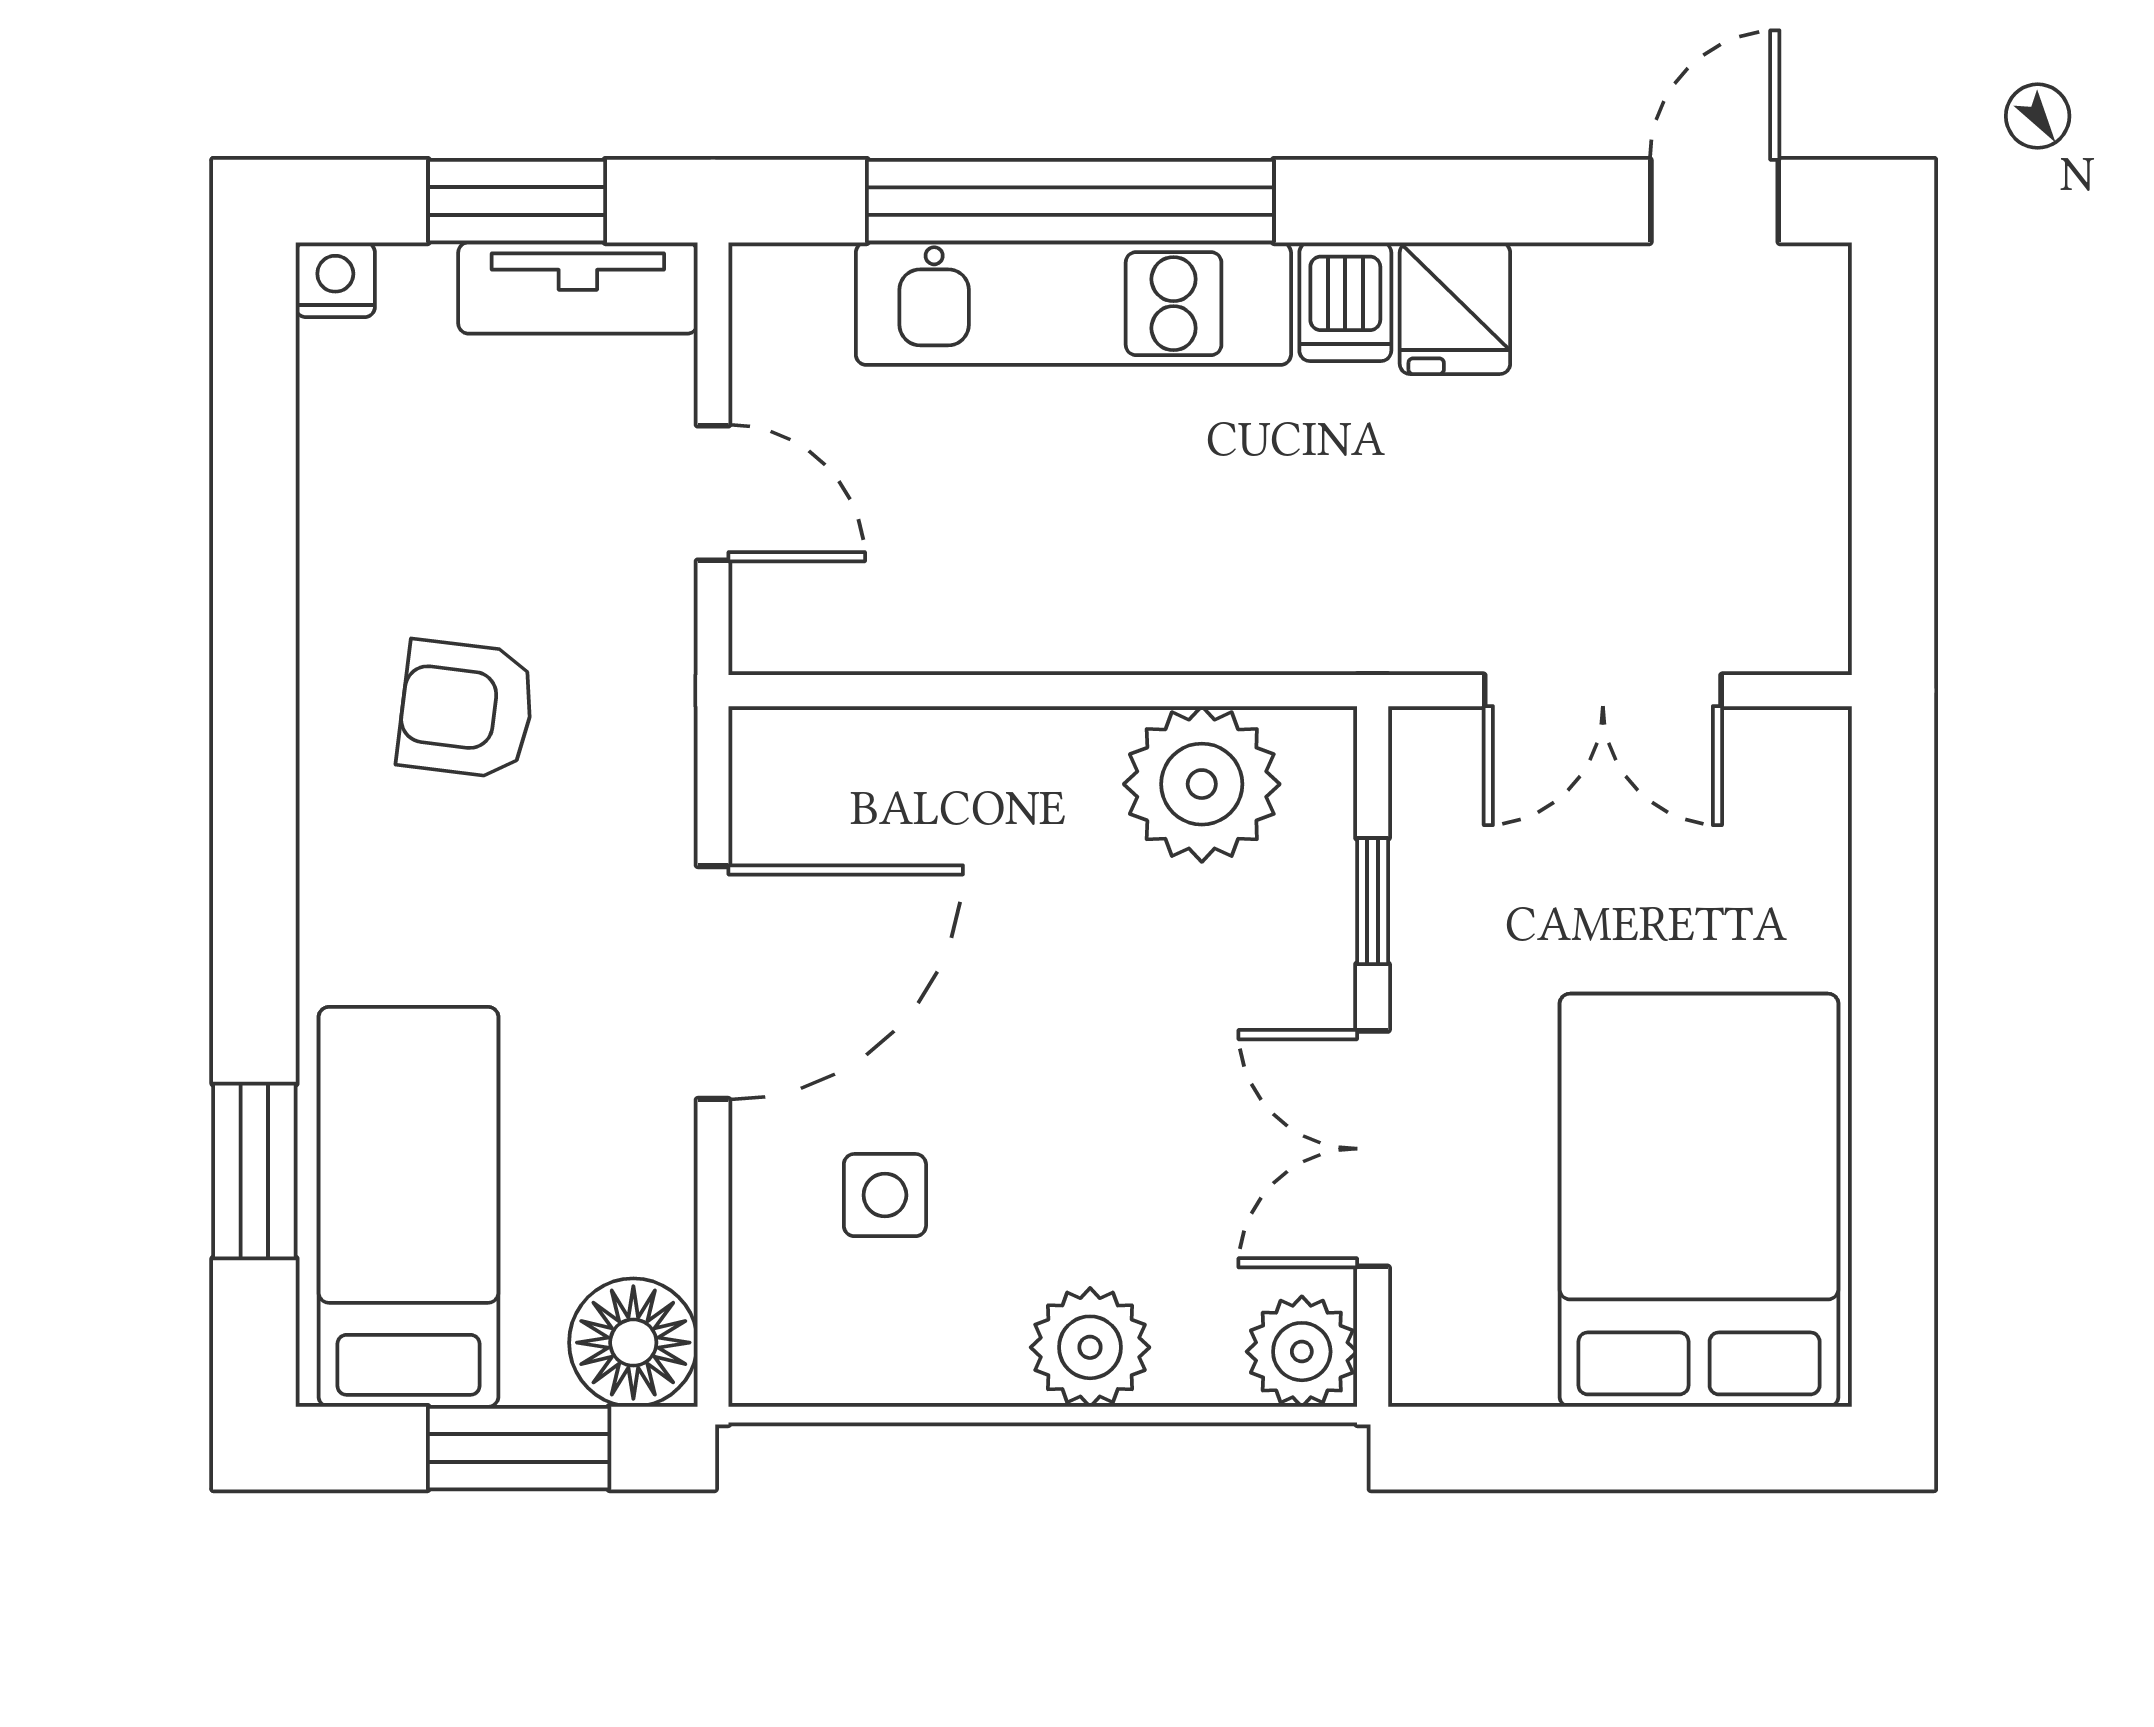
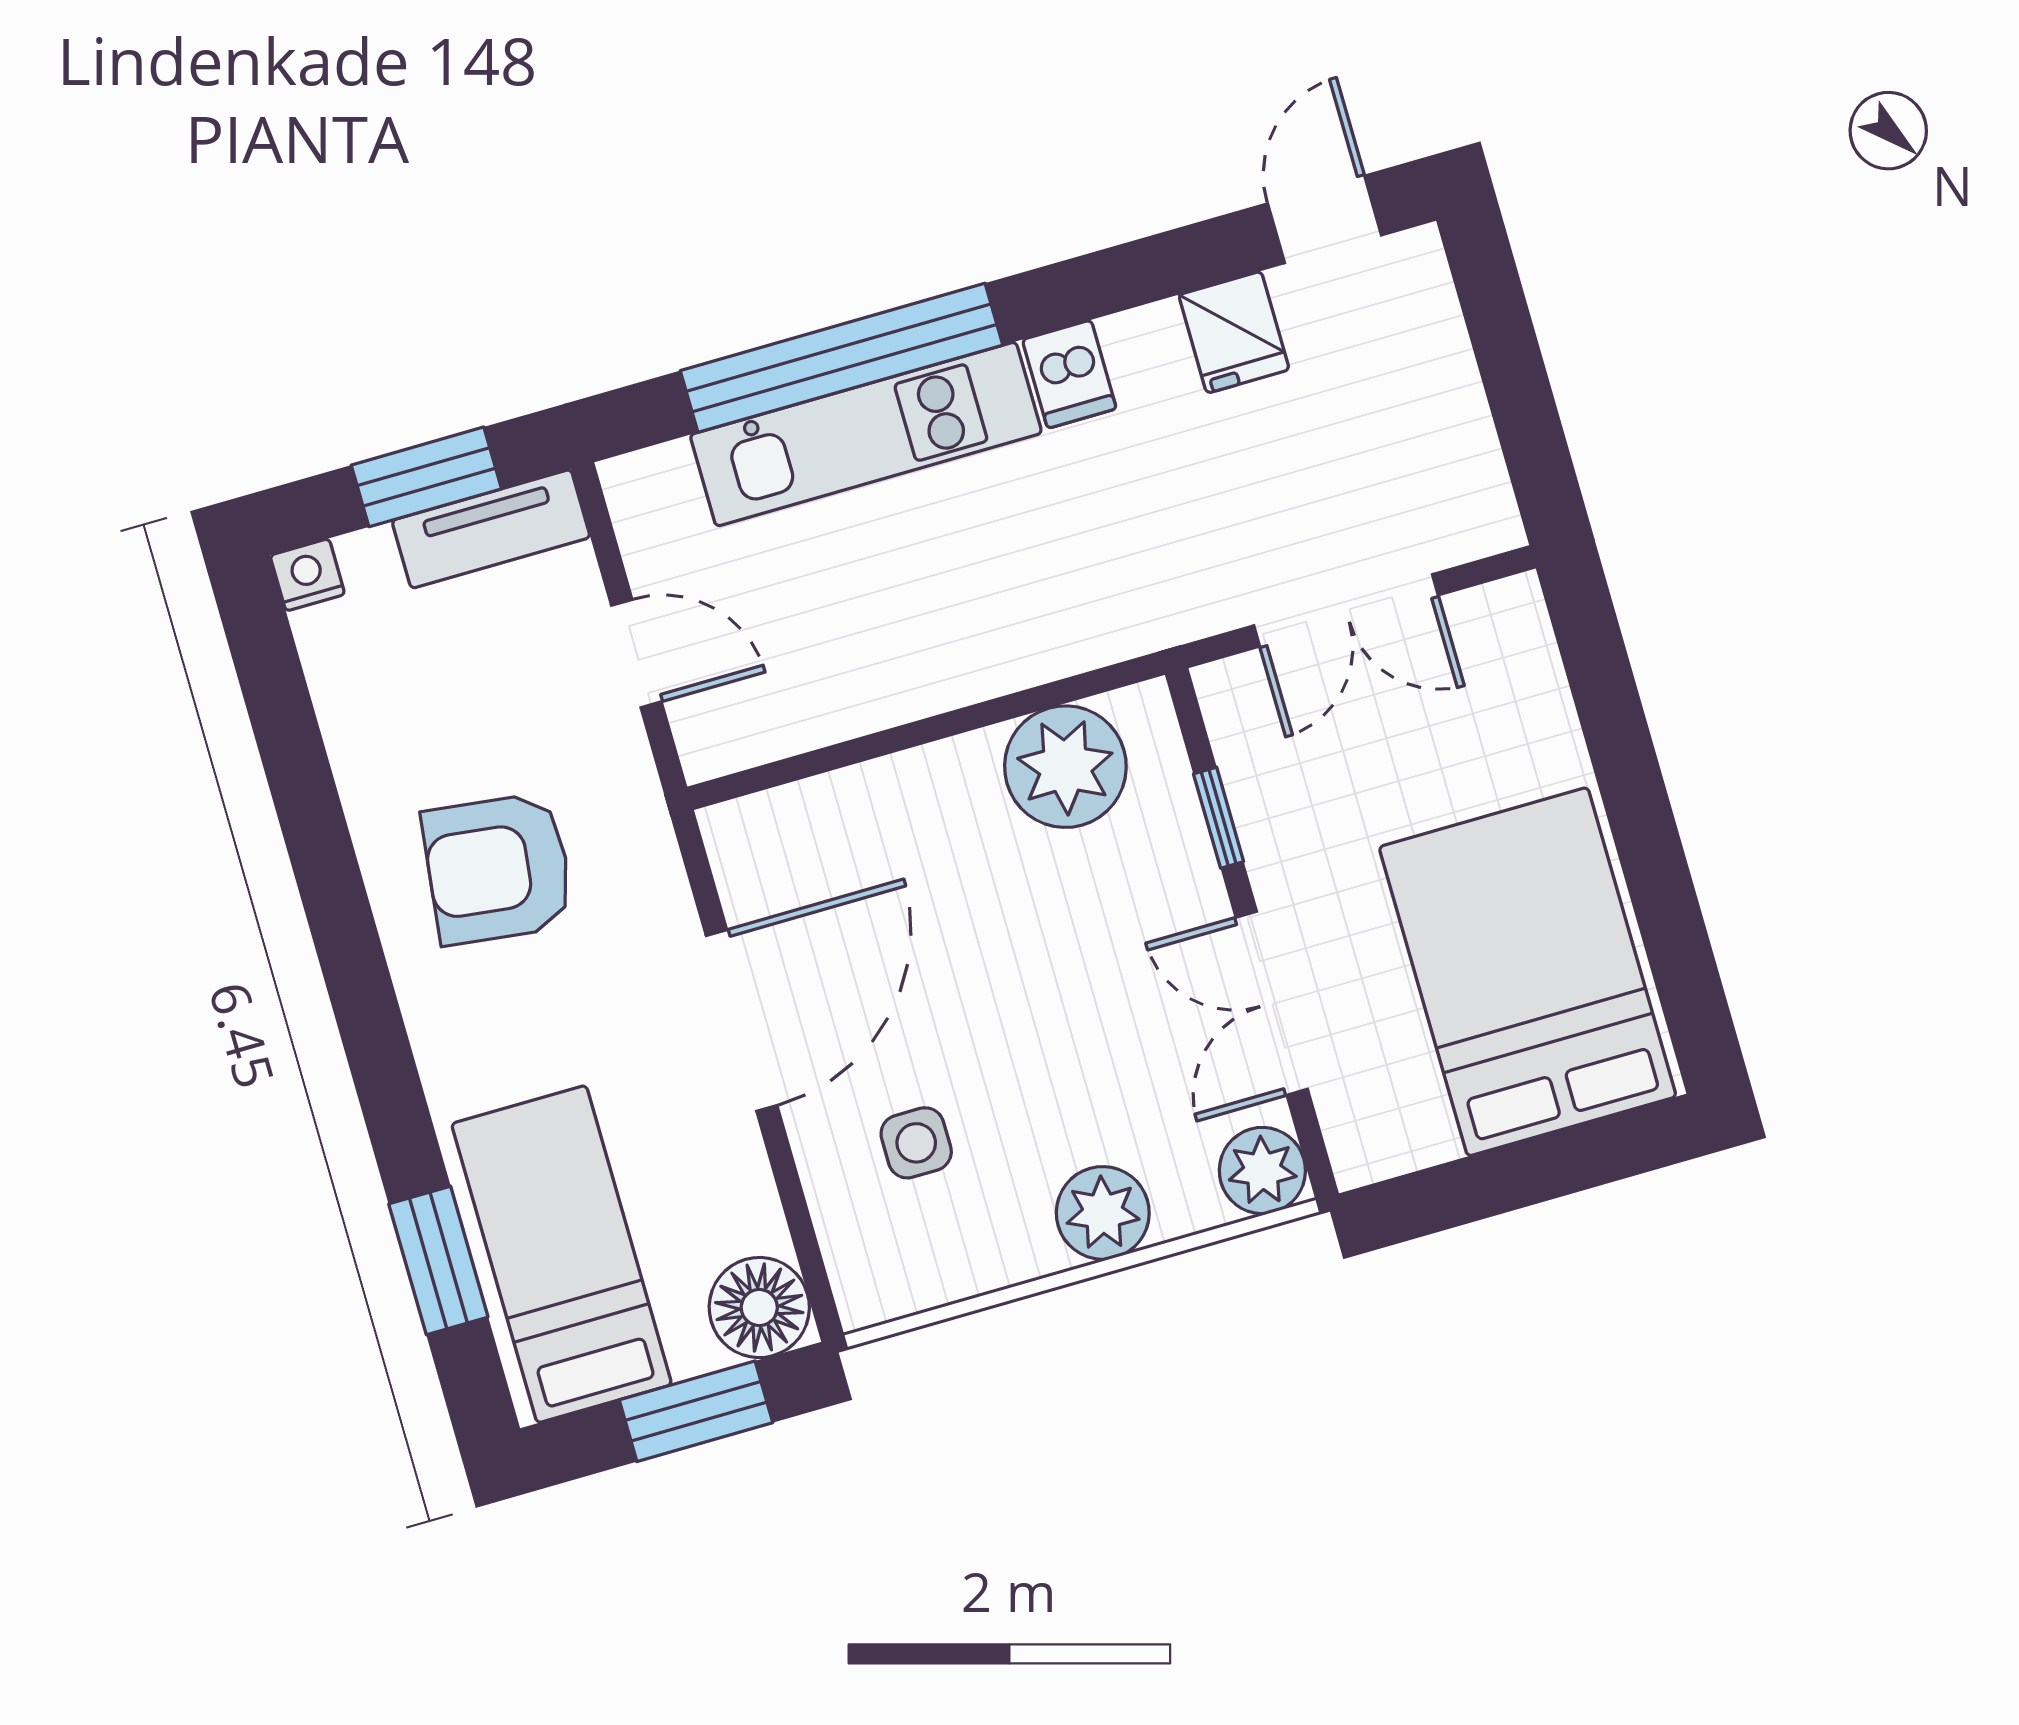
fridge: (1455, 308) -> (1234, 332), moved
armchair: (466, 709) -> (498, 869), width x1.38, depth x1.38

